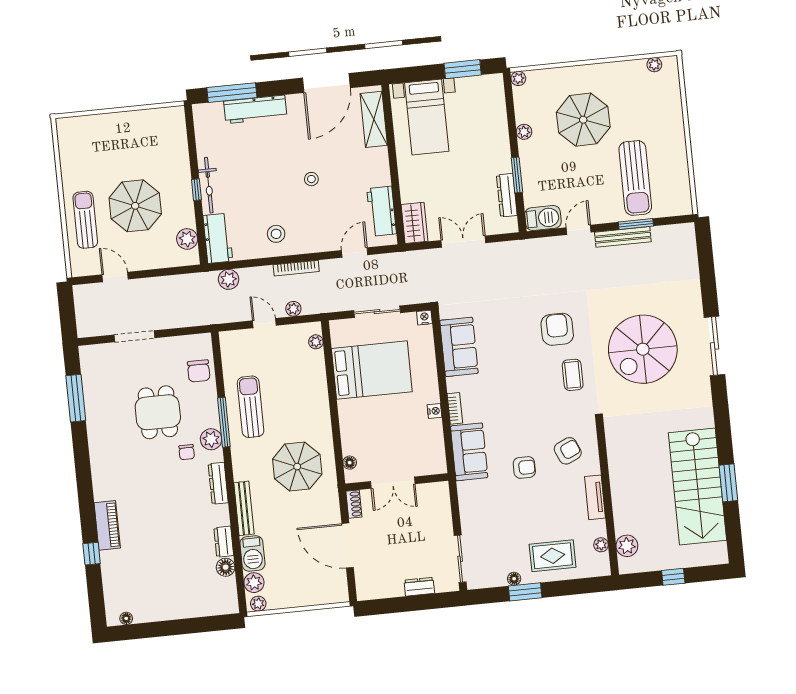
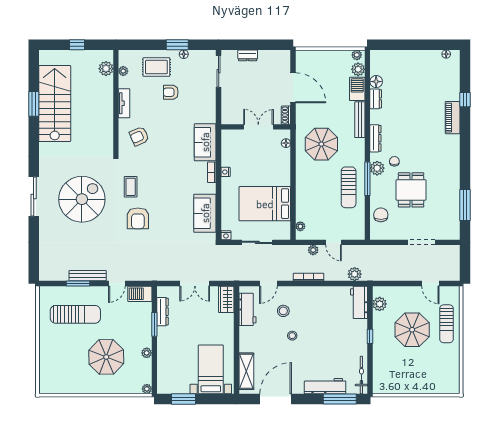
plant: (654, 65) -> (55, 389), removed
sun lounger: (635, 178) -> (75, 314), turned 90
bicycle: (209, 185) -> (361, 375), moved
stool: (276, 234) -> (283, 311), moved
armchair: (524, 467) -> (171, 92), moved

